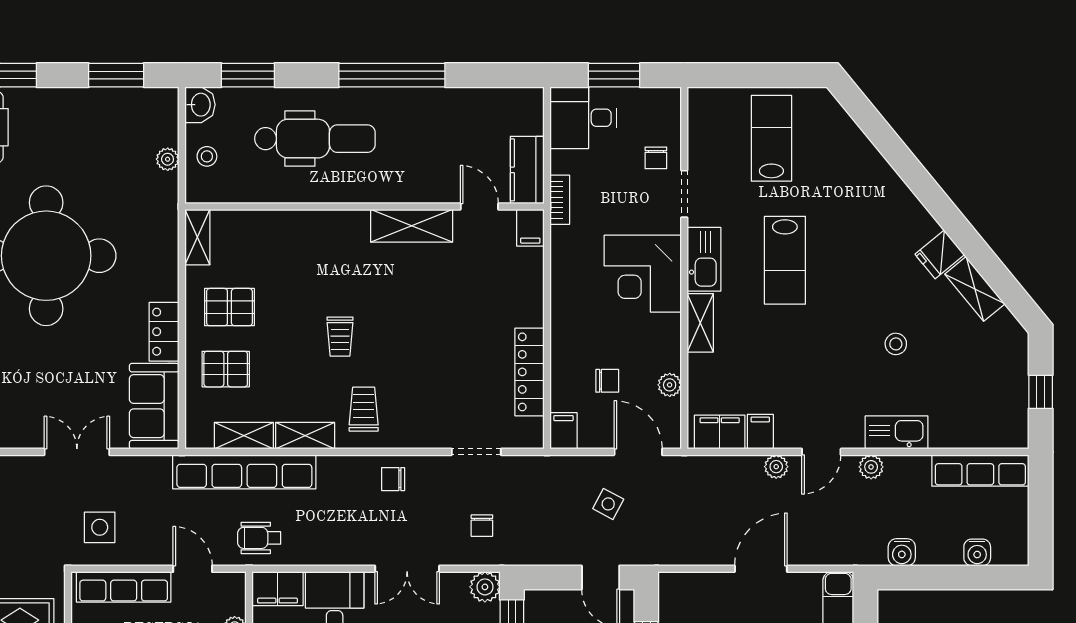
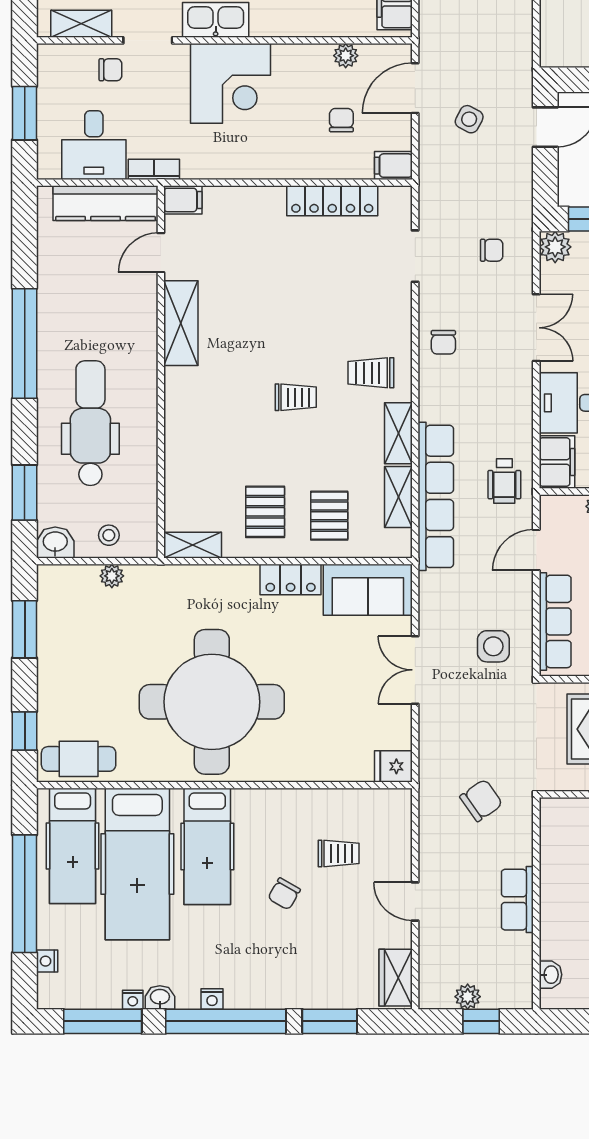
desk: (583, 118) -> (94, 145), moved
kitchen counter: (527, 170) -> (105, 203), width x1.50
shelving: (700, 323) -> (81, 24), moved

